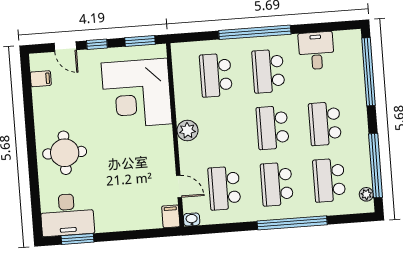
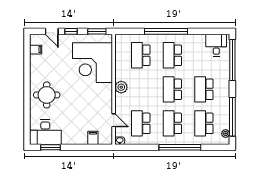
desk: (316, 51) -> (216, 45), moved
filing cabinet: (171, 216) -> (93, 138), moved

